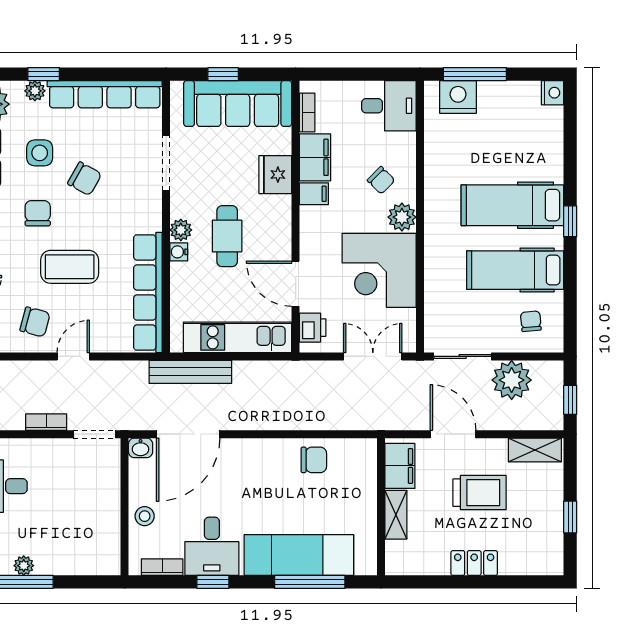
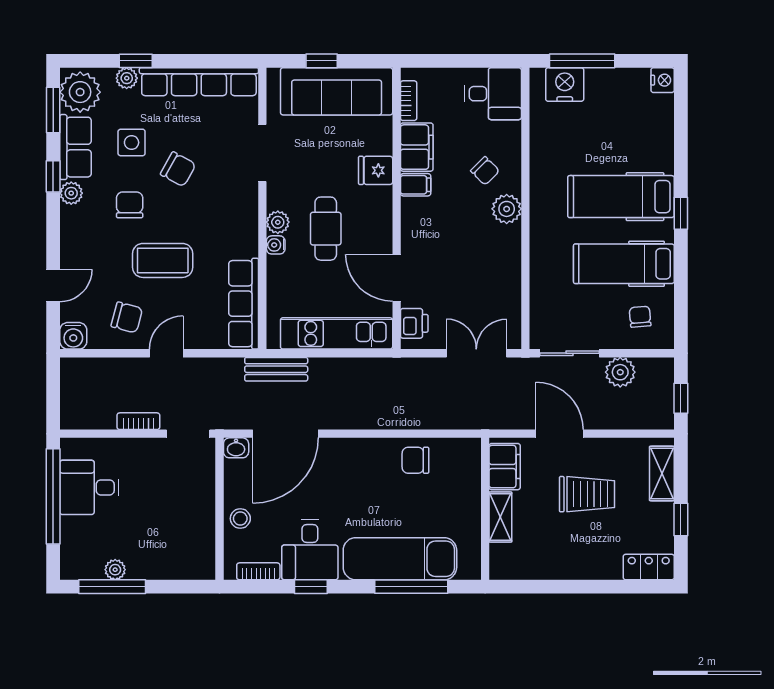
fridge: (275, 175) -> (376, 170), width x0.72
corner desk: (379, 270) -> (483, 264), removed
row of seats: (148, 293) -> (244, 304), width x0.73
bench: (190, 372) -> (276, 369), width x0.73
plant: (512, 380) -> (620, 372), width x0.73, depth x0.73
shelving: (535, 450) -> (662, 473), moved, turned 90
chair: (314, 460) -> (415, 460), turned 180
locker: (474, 563) -> (649, 567), moved

